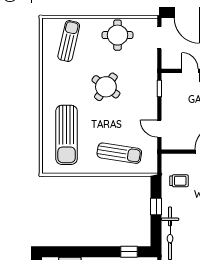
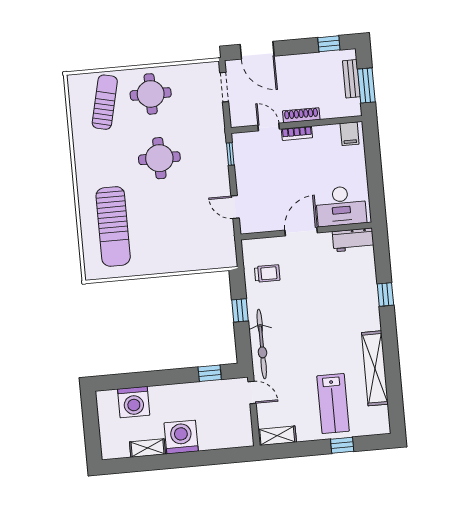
round table: (118, 35) -> (151, 94), moved
round table: (106, 87) -> (159, 158), turned -36
sun lounger: (119, 153) -> (185, 244), removed

